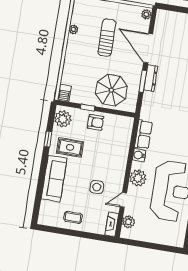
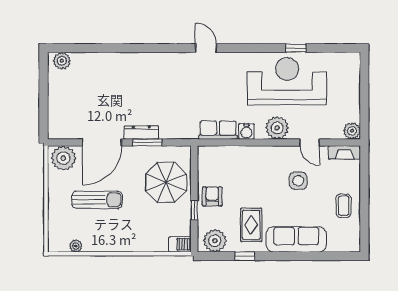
plant: (146, 14) -> (63, 158), width x1.88, depth x1.88
plant: (73, 29) -> (76, 246), moved
sun lounger: (107, 38) -> (97, 200), turned 180
plant: (128, 222) -> (352, 131), moved

